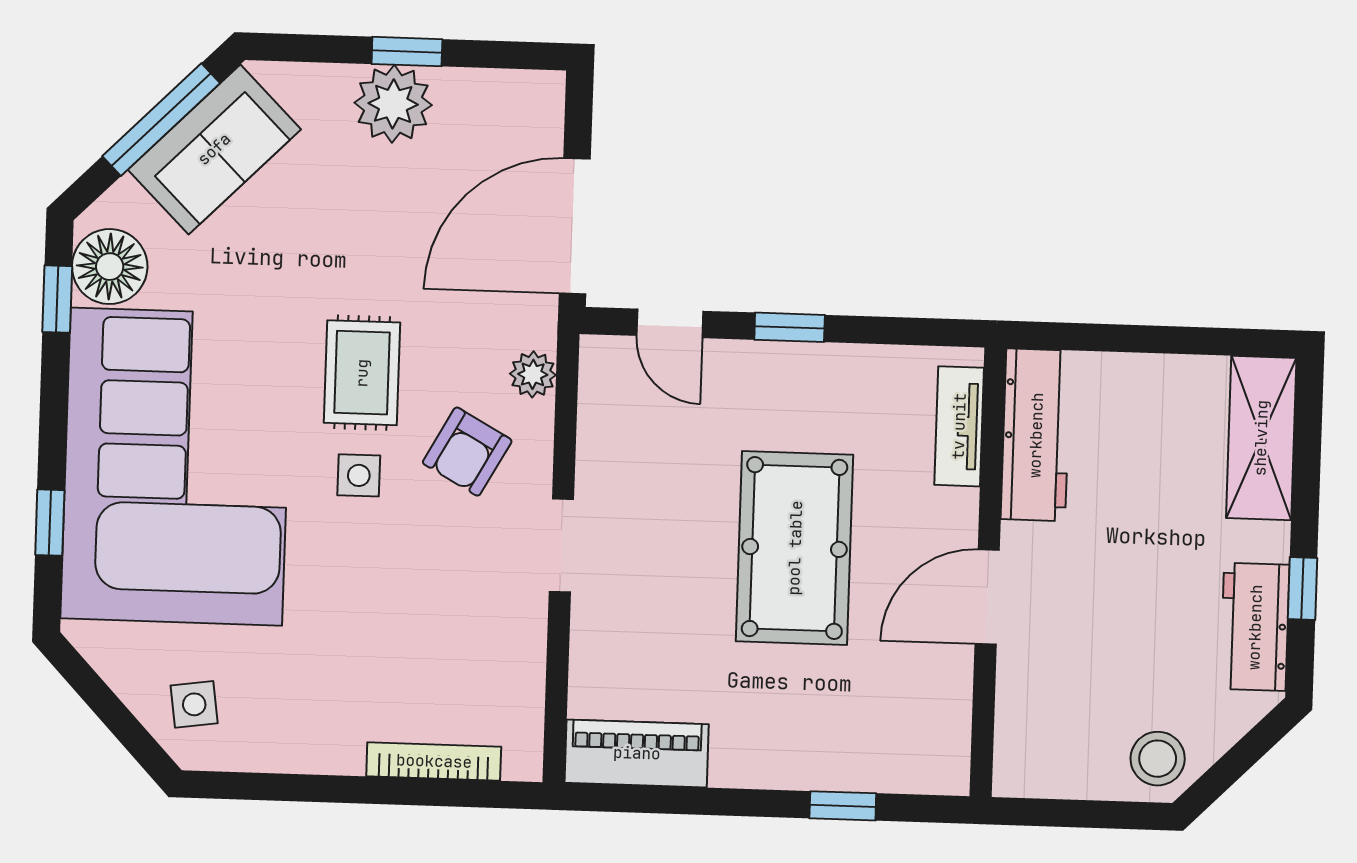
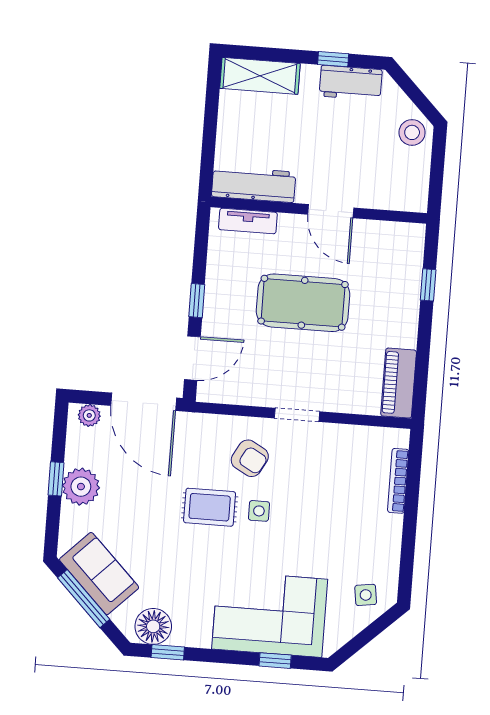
door: (670, 323) -> (192, 358), width x1.37
plant: (533, 374) -> (89, 415), moved
corner sofa: (176, 467) -> (270, 614), width x0.73, depth x0.74

